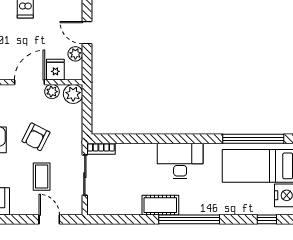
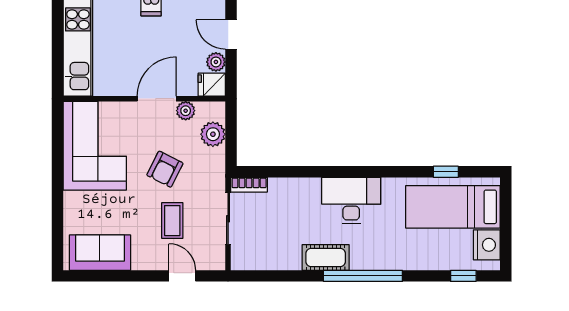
fridge: (55, 70) -> (212, 85), moved, turned -90
plant: (73, 94) -> (213, 134), moved
window: (253, 139) -> (446, 172), width x0.32

